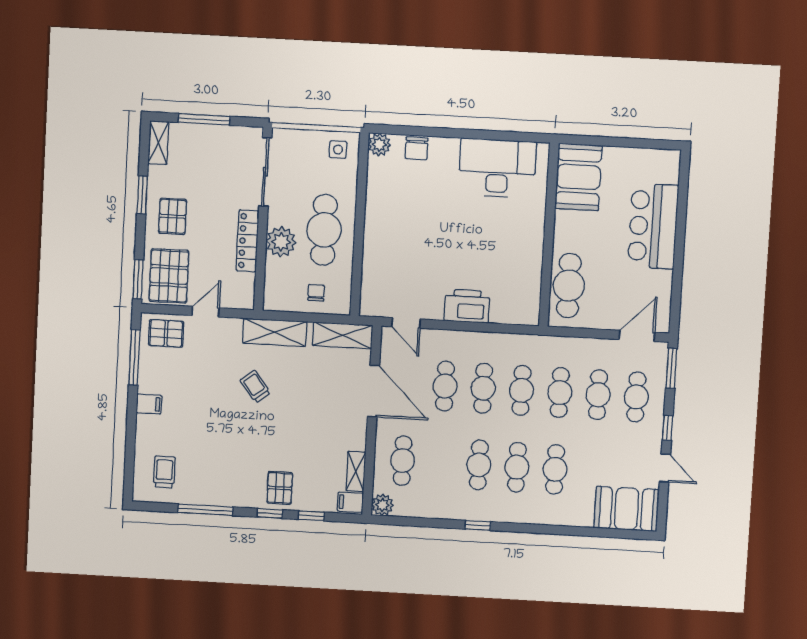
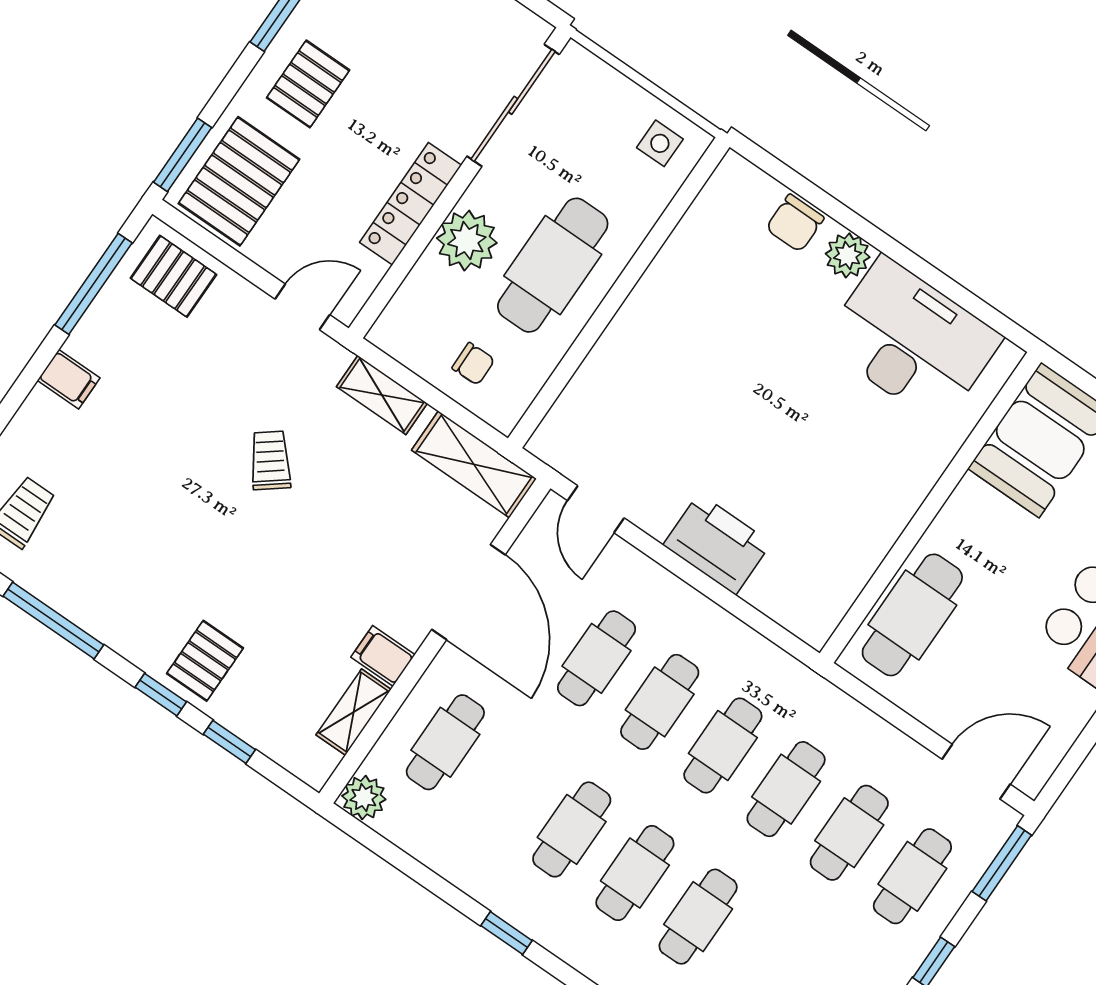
plant: (379, 145) -> (848, 255), moved
chair: (316, 293) -> (473, 364), turned 89
door: (206, 312) -> (302, 307), moved
shelving: (275, 332) -> (382, 395), width x0.67, depth x0.75
filing cabinet: (350, 502) -> (383, 656), moved

